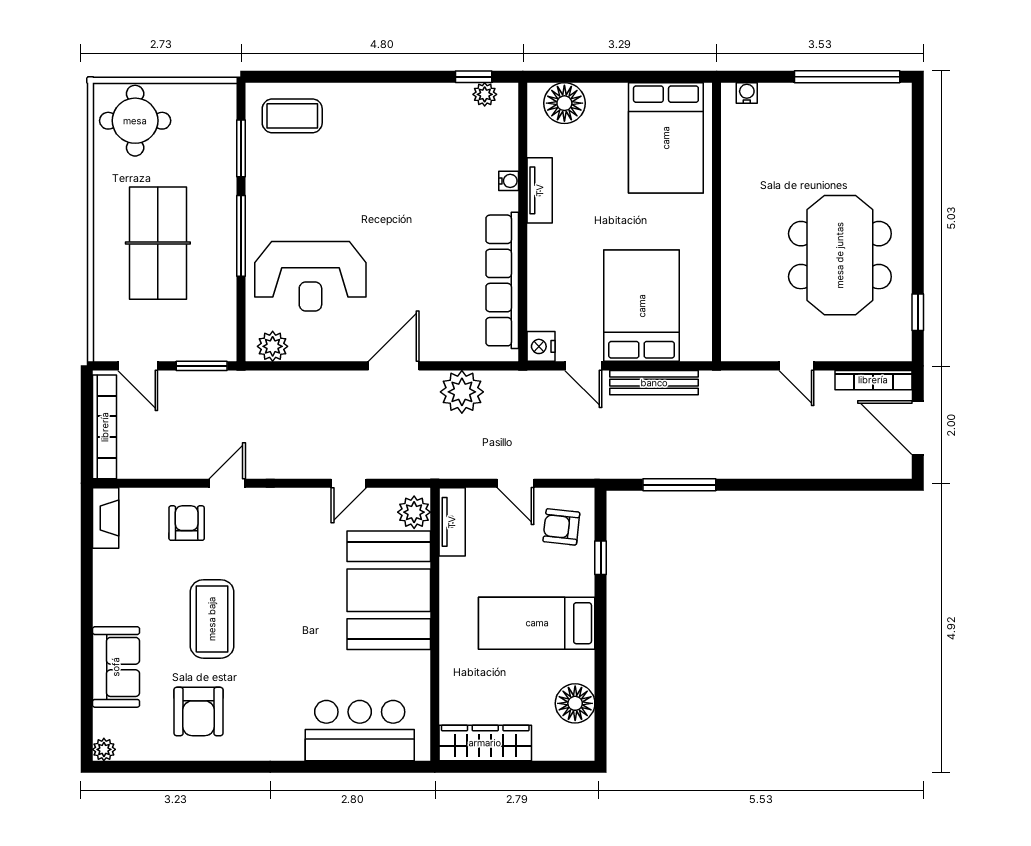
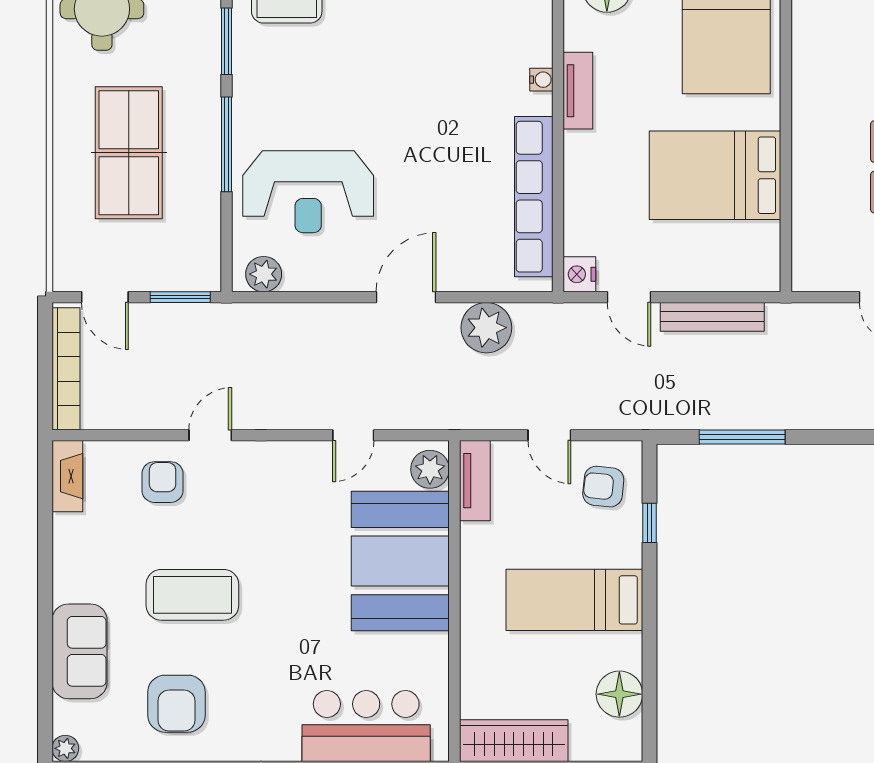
bed: (642, 306) -> (715, 175), moved, turned -90
coffee table: (212, 619) -> (192, 595), turned 90

